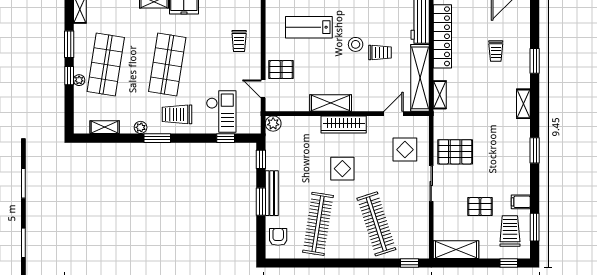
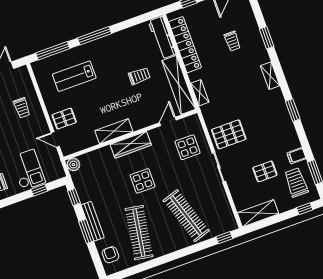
stool: (356, 44) -> (117, 77), removed

